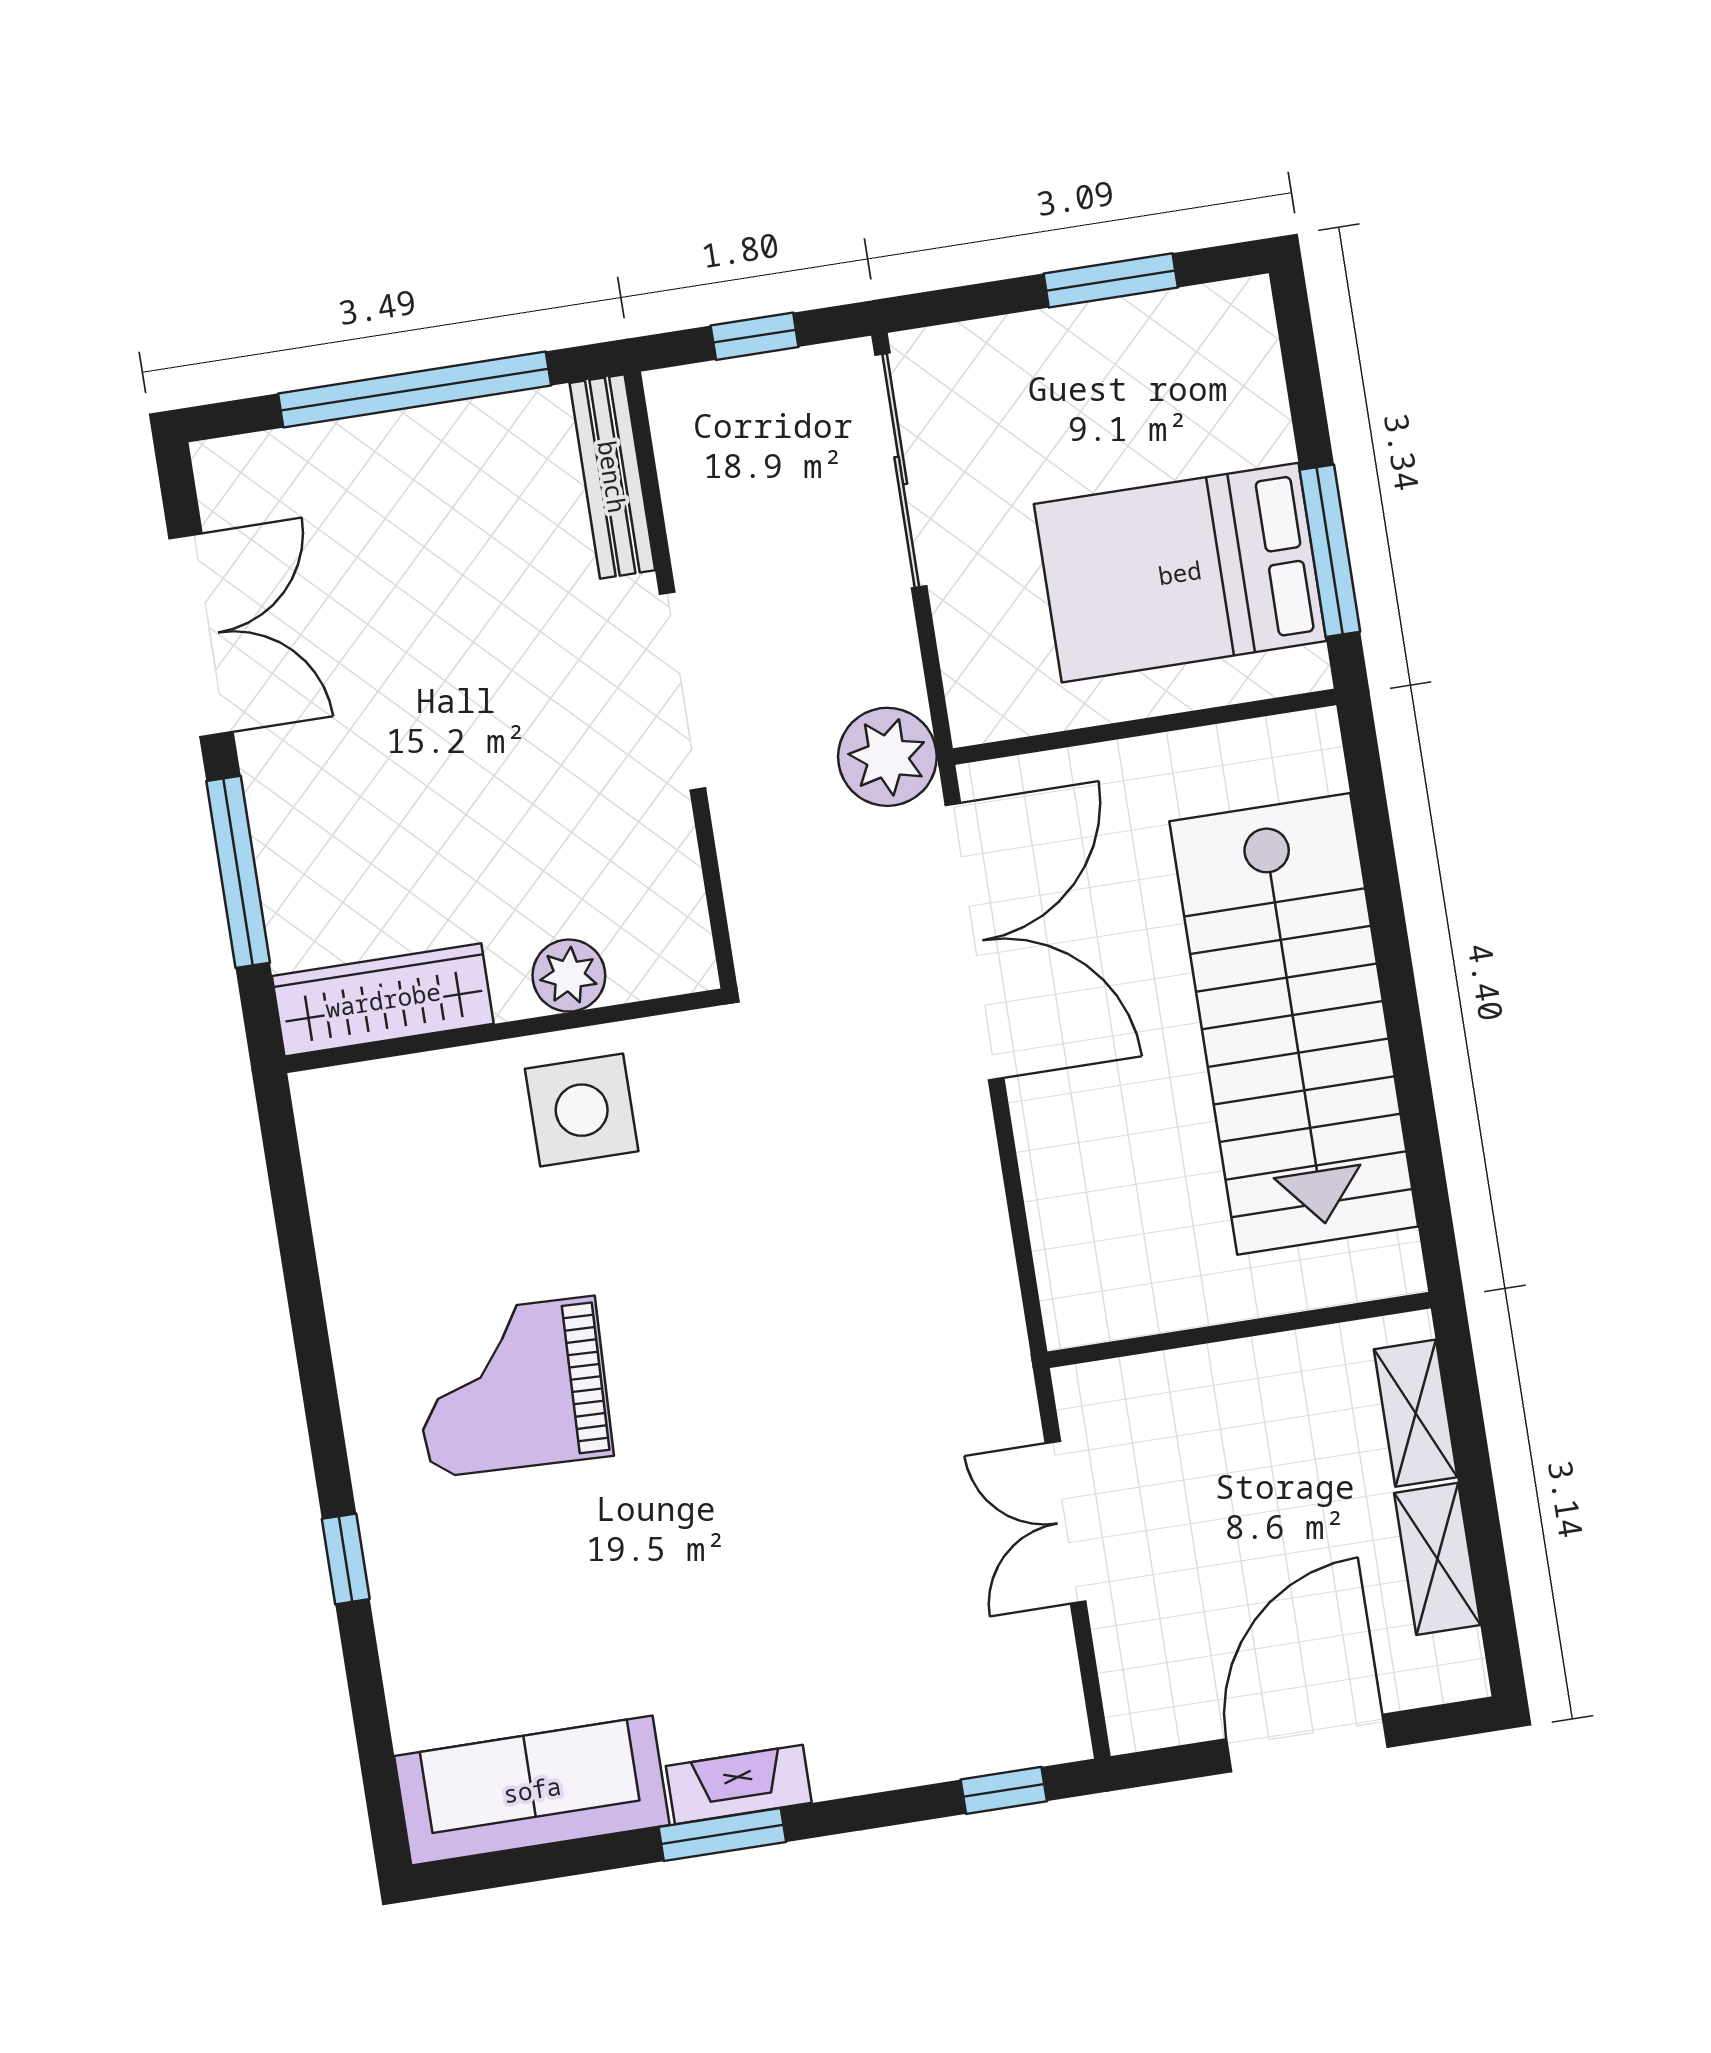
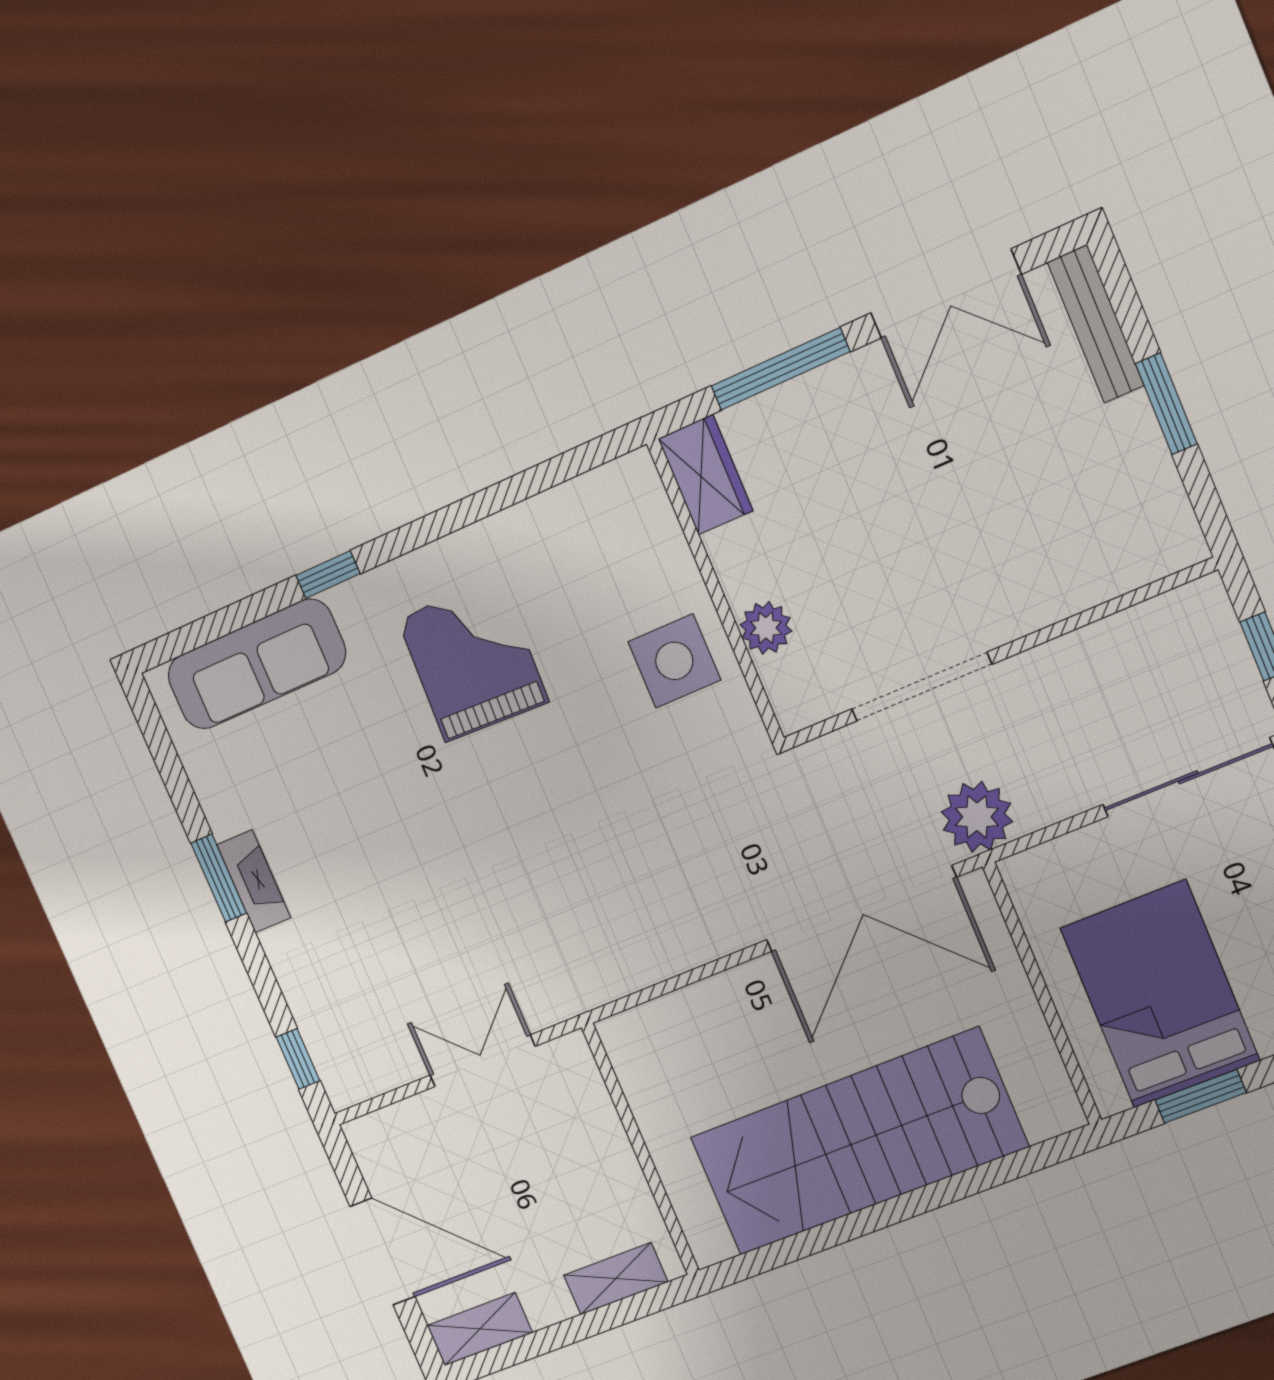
window: (415, 389) -> (1166, 404), width x0.47
bench: (612, 477) -> (1096, 324), moved, turned 90
window: (1330, 551) -> (1201, 1096), width x0.69
doorway: (682, 691) -> (922, 687), moved
wardrobe: (383, 1000) -> (705, 475), width x0.67
shelving: (1437, 1559) -> (480, 1329), moved
sofa: (532, 1790) -> (256, 664), moved, turned 90

